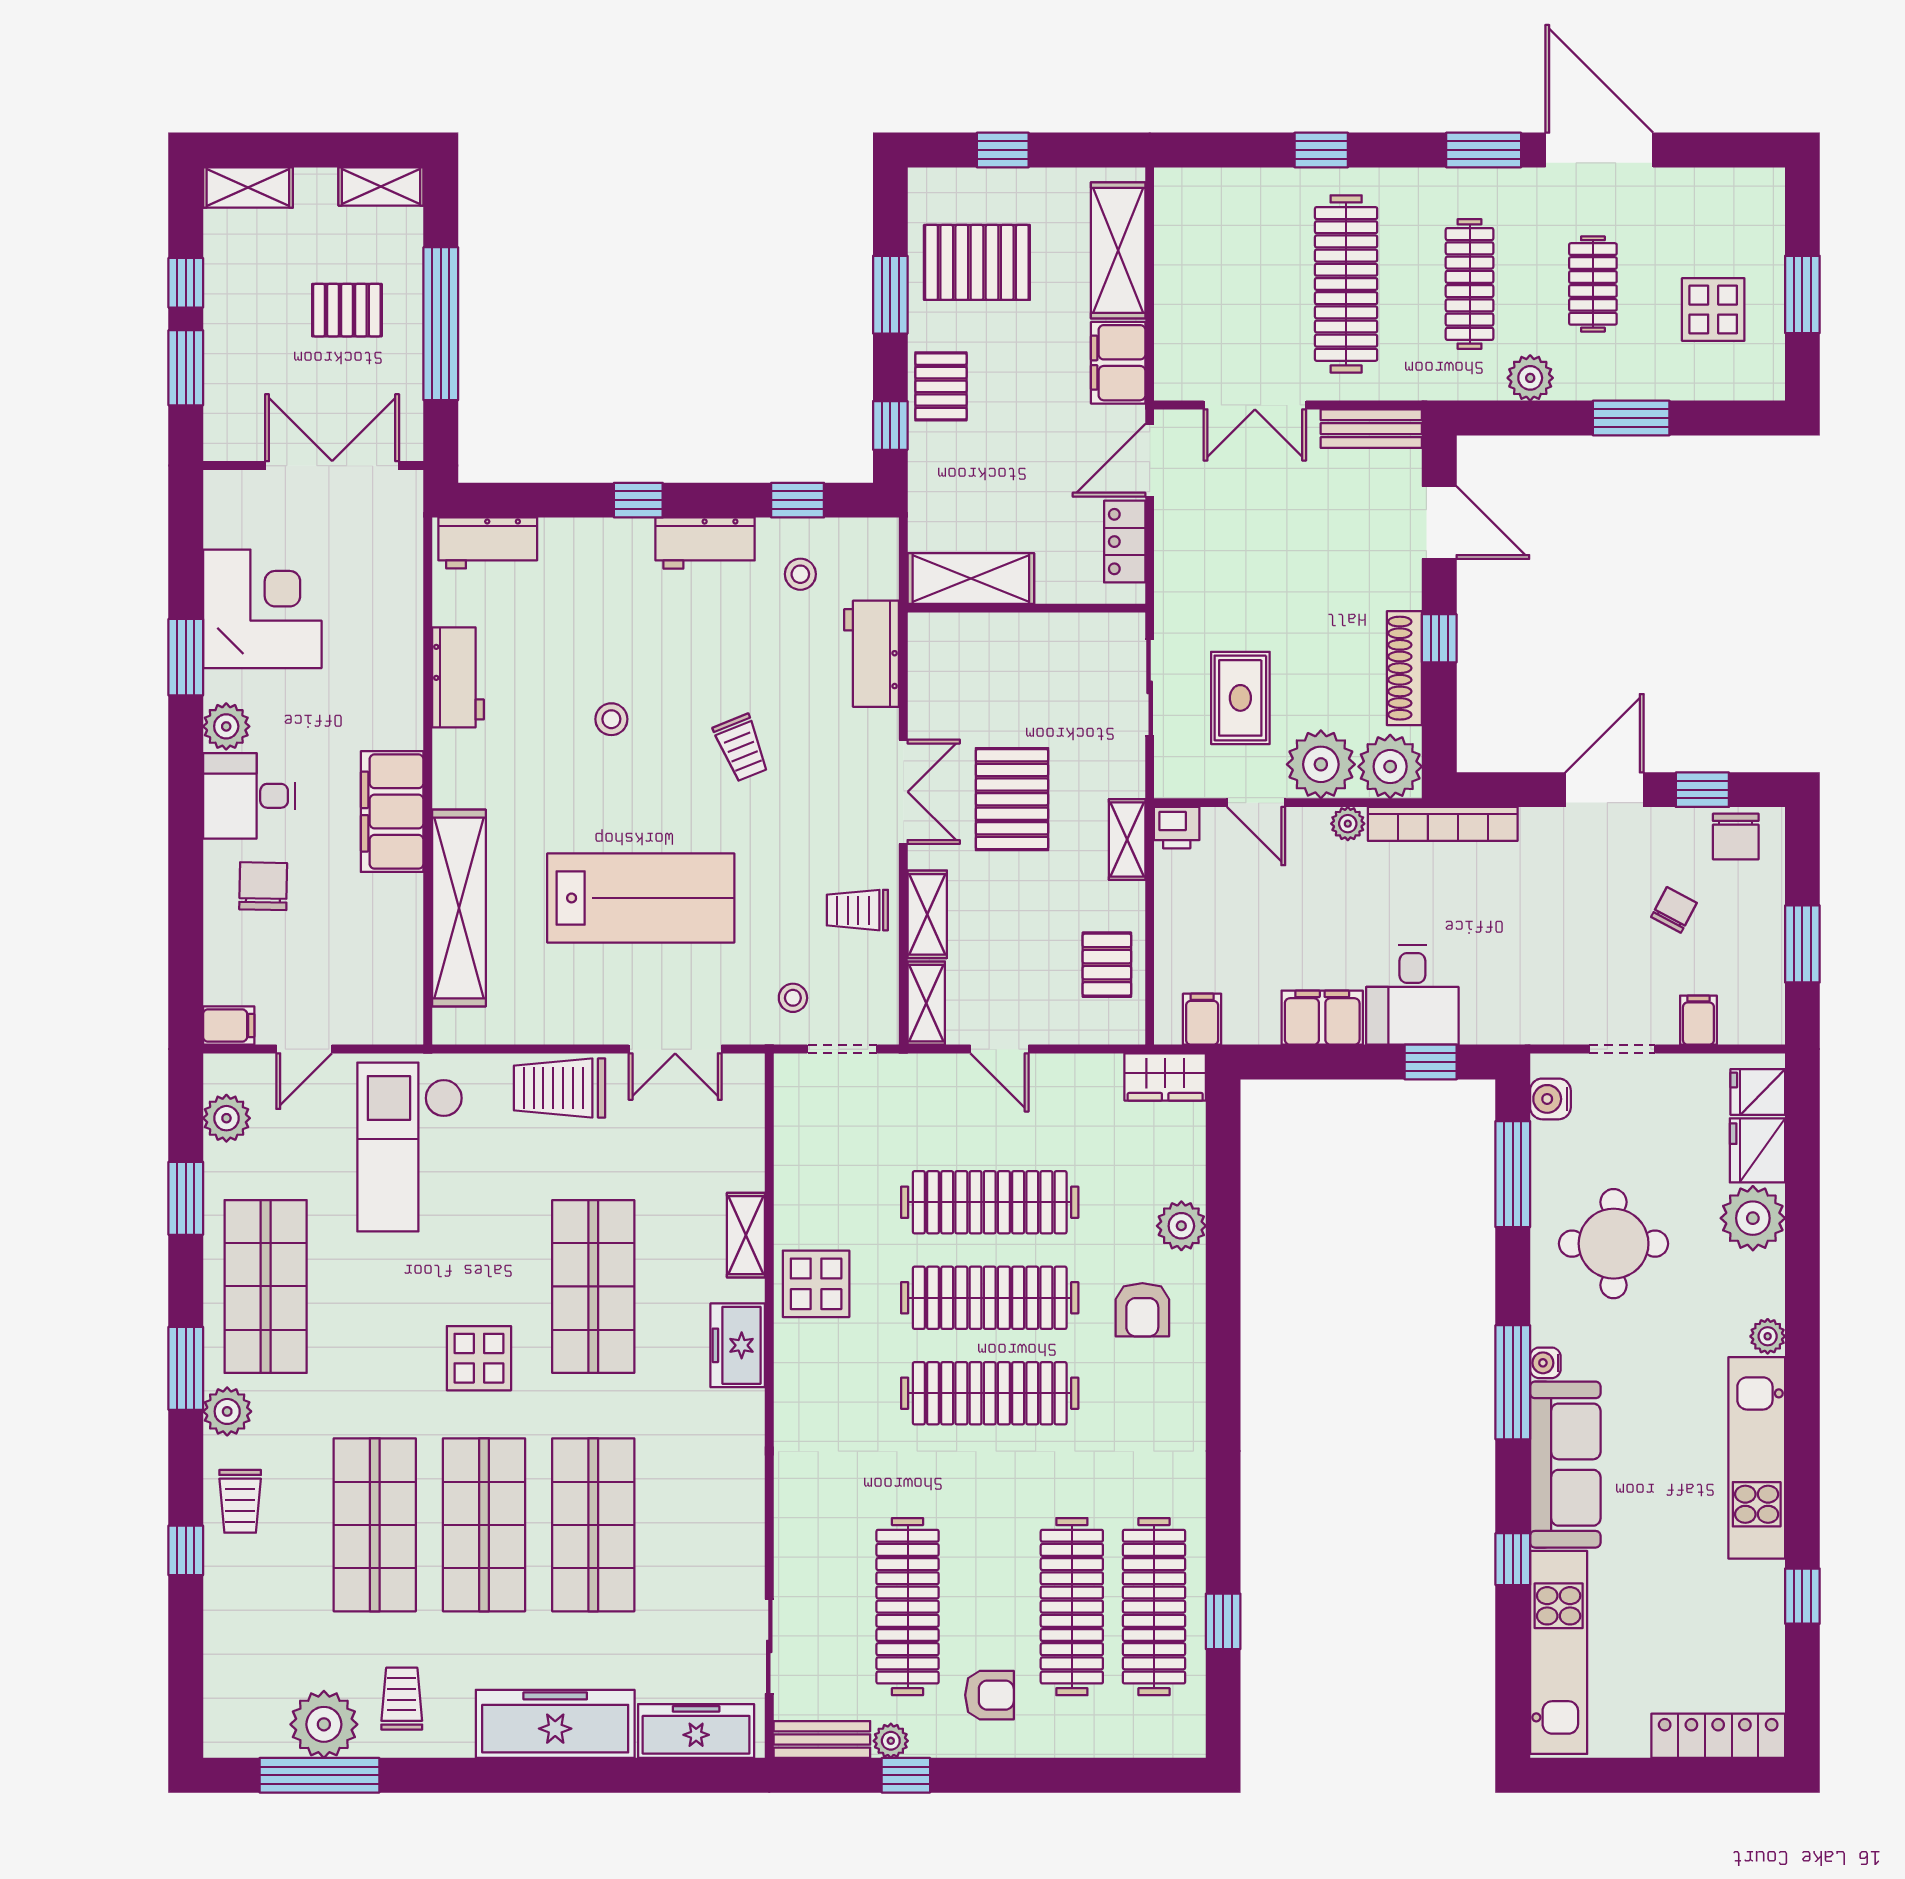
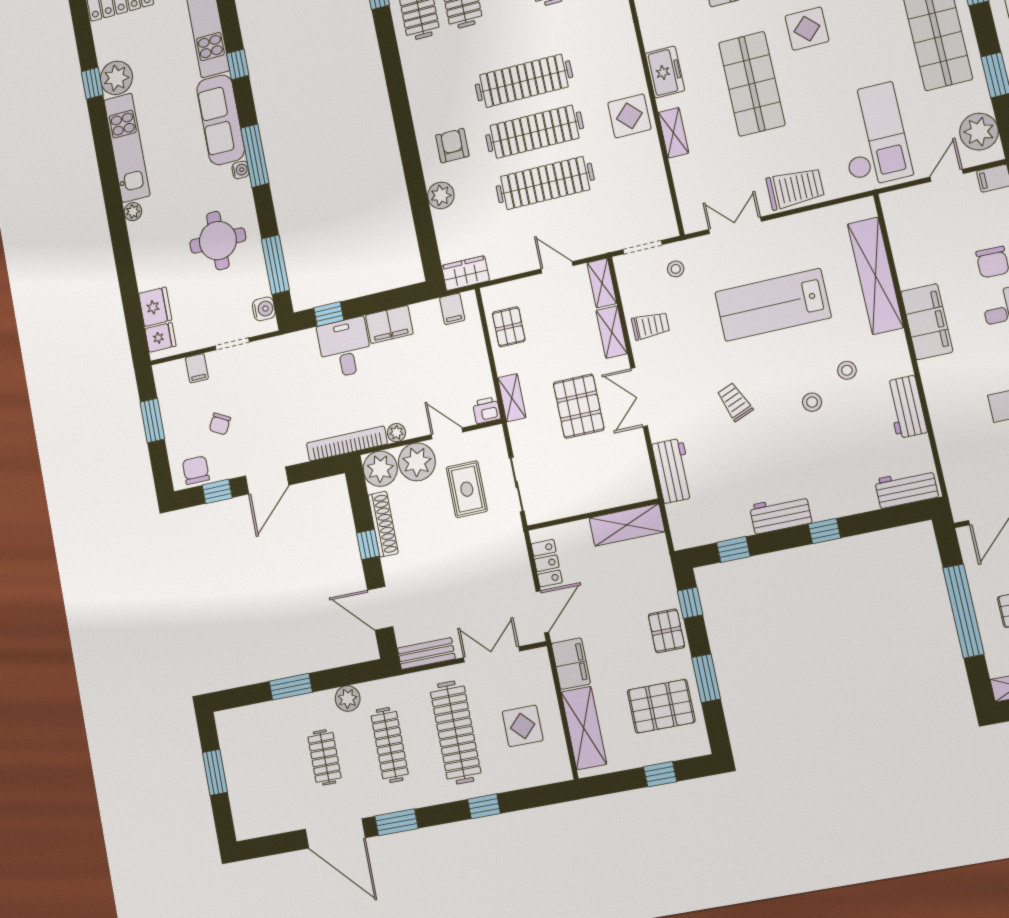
display table: (1713, 310) -> (523, 726), moved
stool: (800, 574) -> (847, 370), moved
plant: (226, 1118) -> (979, 132), width x1.36, depth x1.36
plant: (1753, 1218) -> (116, 78), moved

